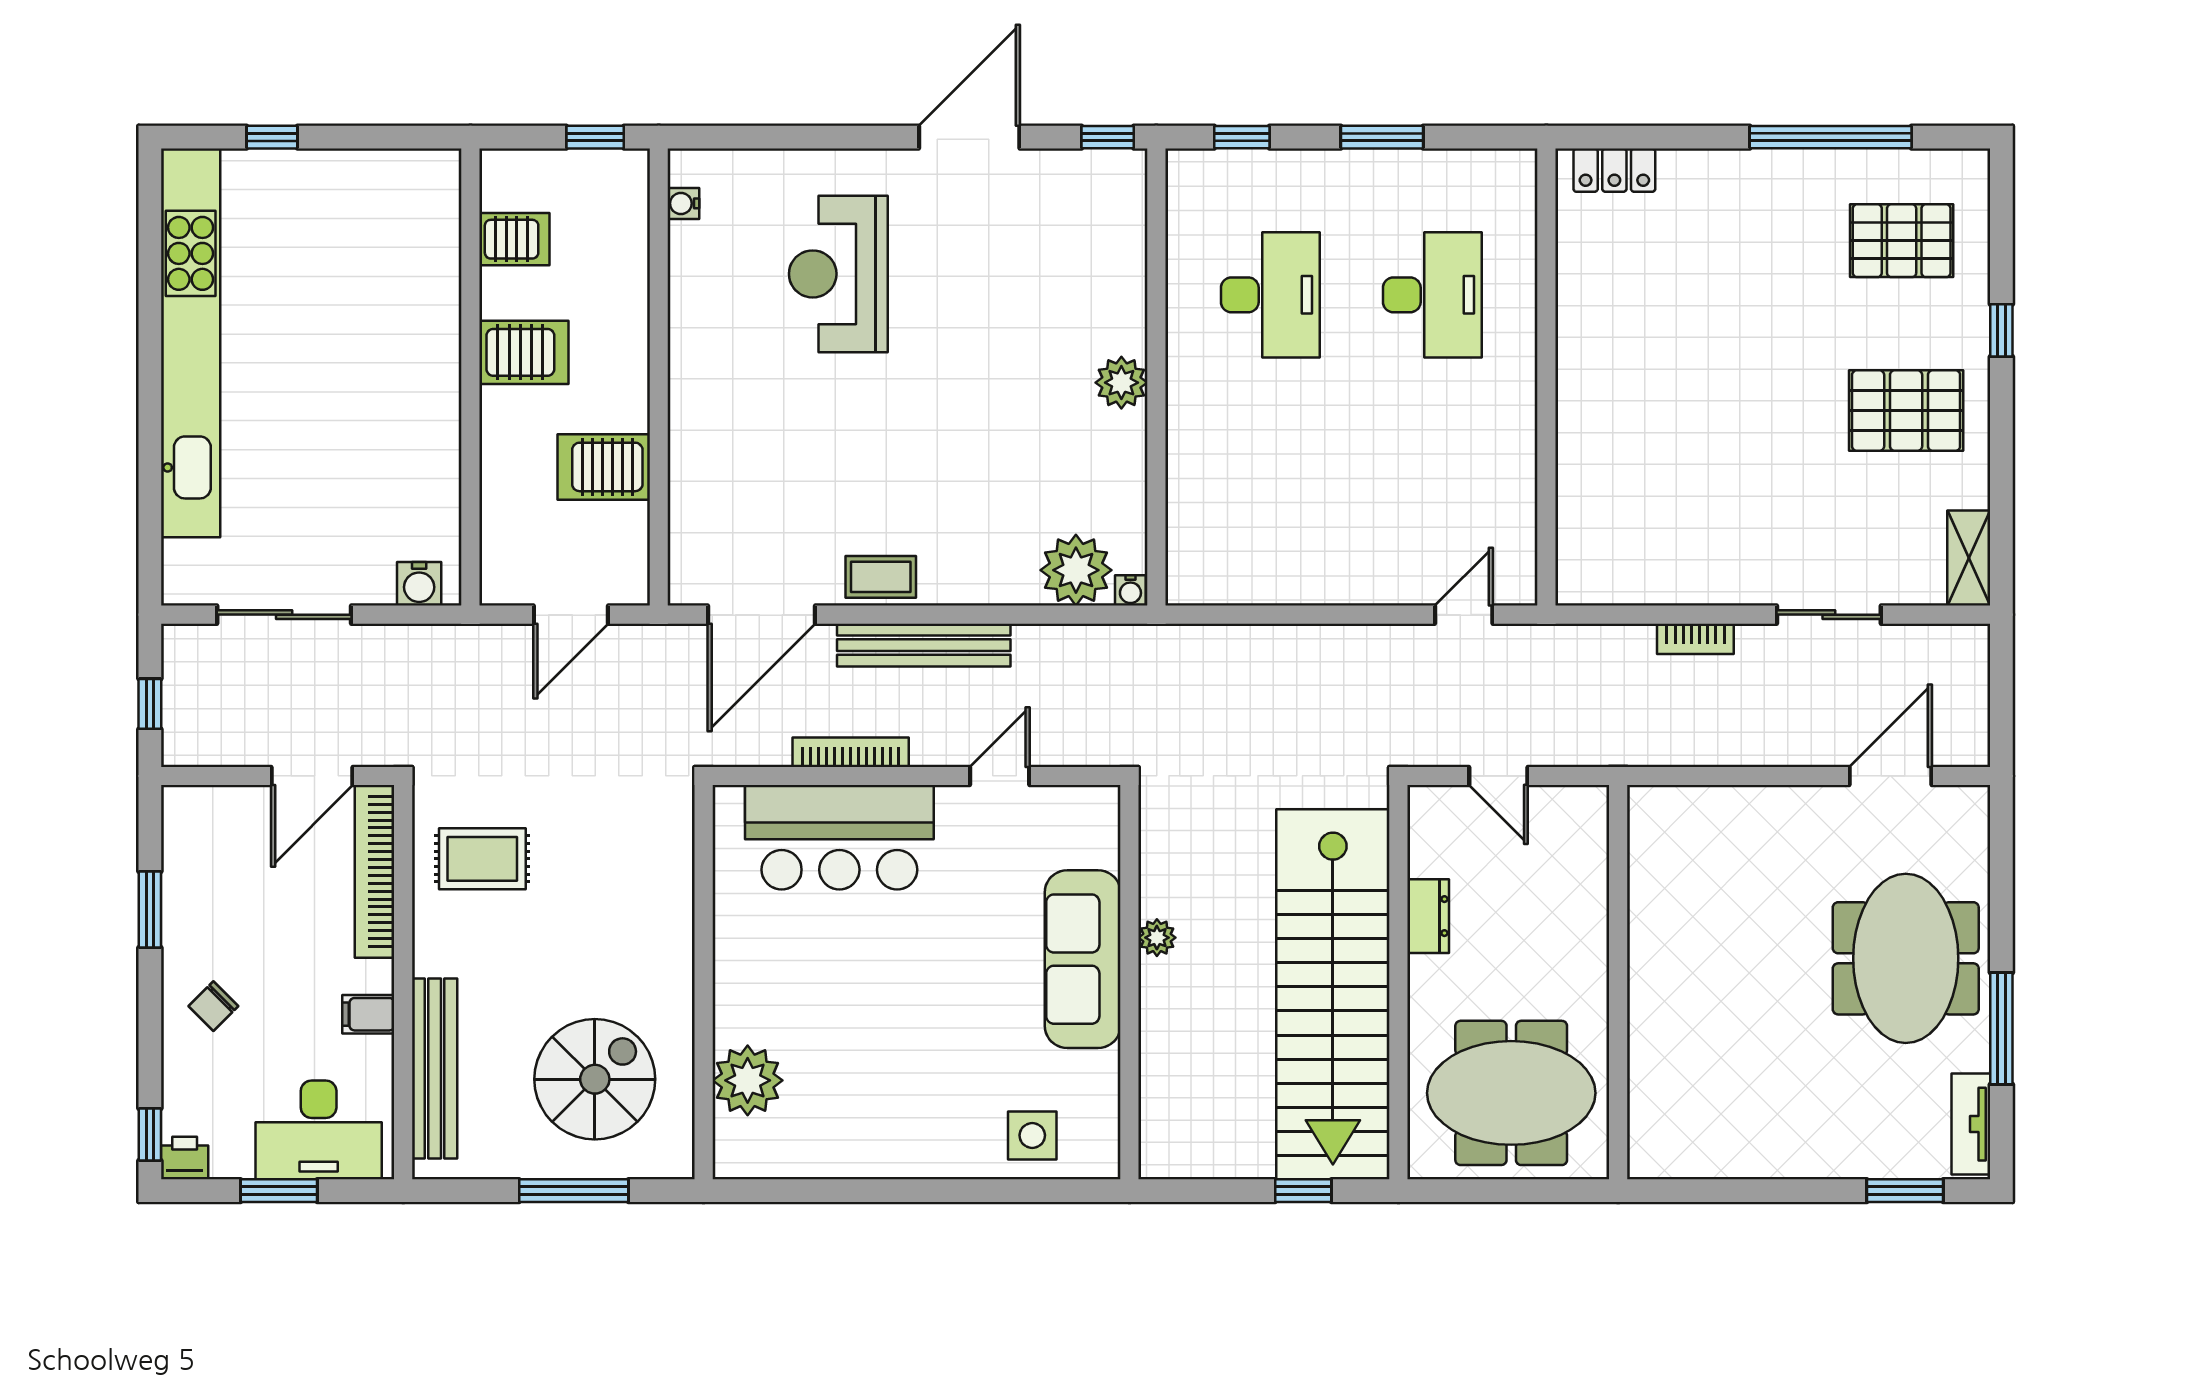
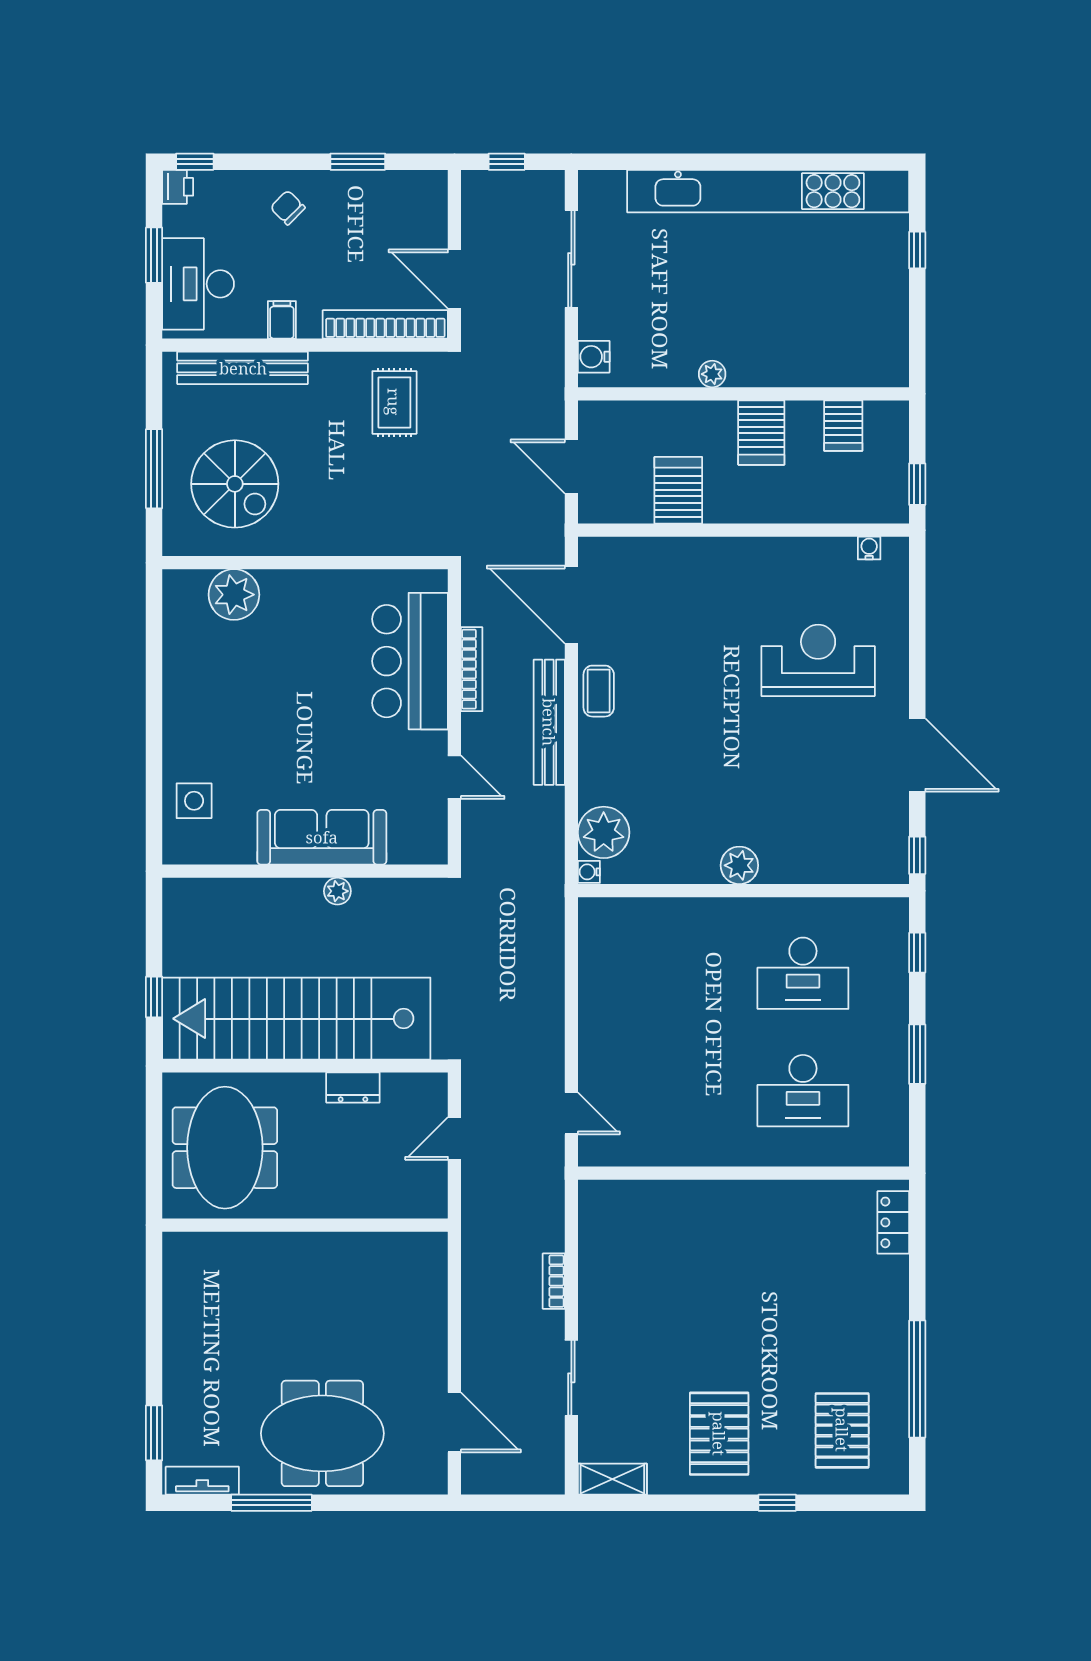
plant: (443, 420) -> (712, 374), added

